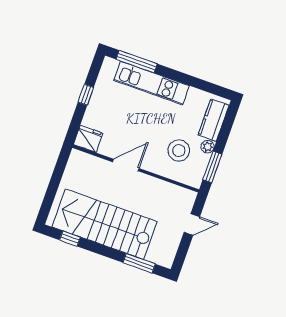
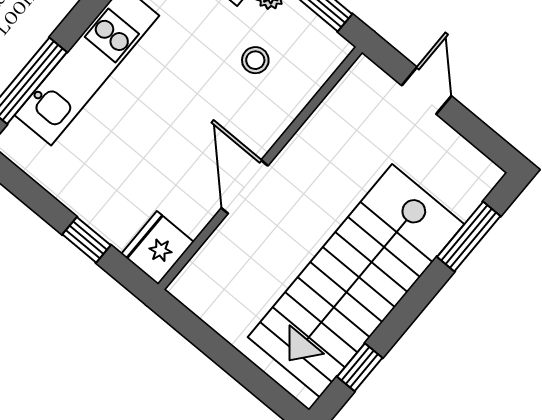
window: (86, 95) -> (86, 240), moved
stool: (179, 151) -> (255, 60), width x0.53, depth x0.53

